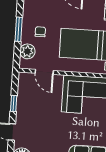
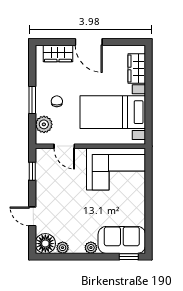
window: (14, 103) -> (32, 171), moved

